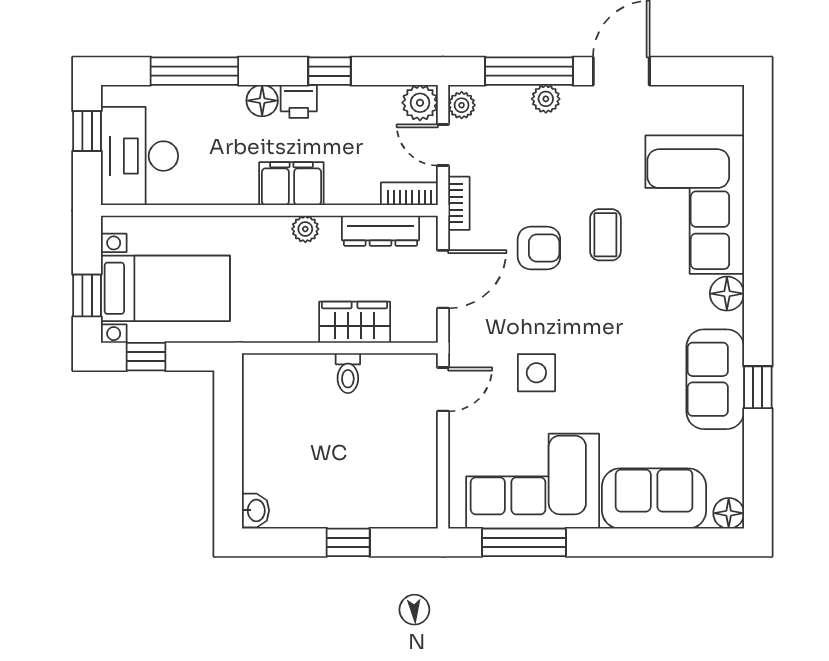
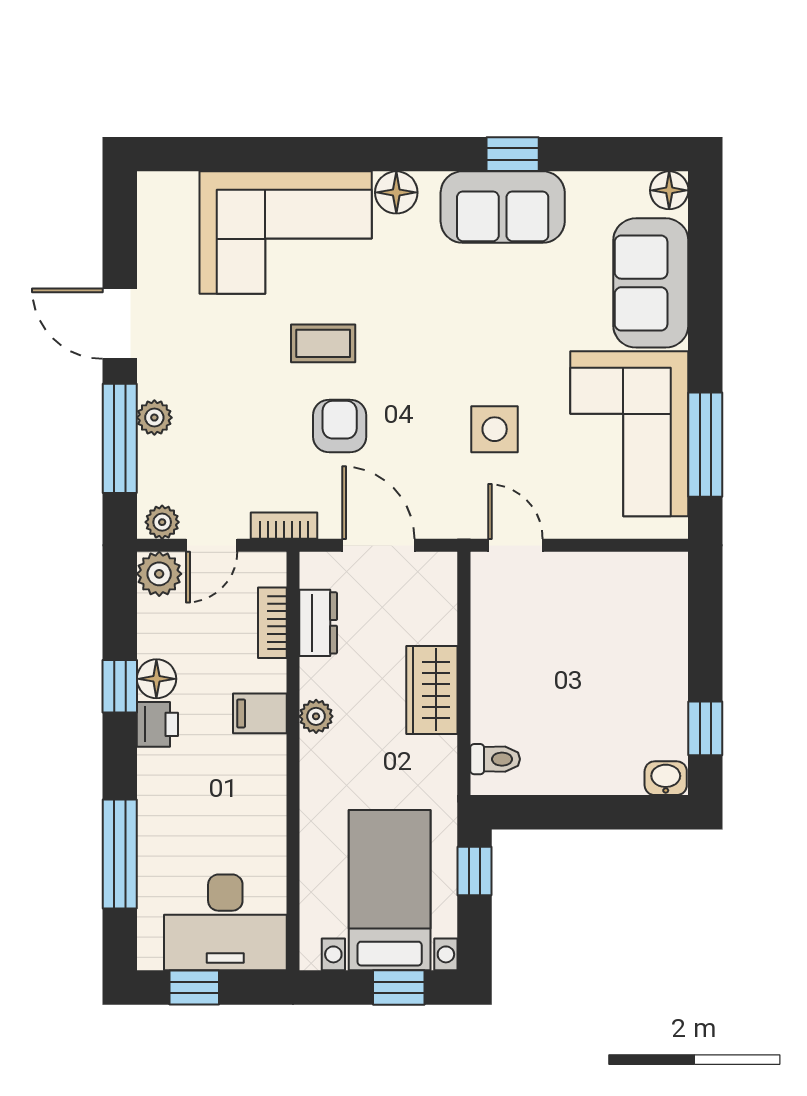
floor lamp: (262, 101) -> (156, 679), moved
filing cabinet: (291, 184) -> (260, 713), width x0.50
bookcase: (409, 194) -> (272, 623), moved
dresser: (381, 231) -> (318, 623), width x0.70
wardrobe: (355, 322) -> (432, 690), moved
window: (146, 357) -> (475, 871), moved
toilet: (348, 373) -> (495, 759), moved
window: (348, 542) -> (705, 728), moved

